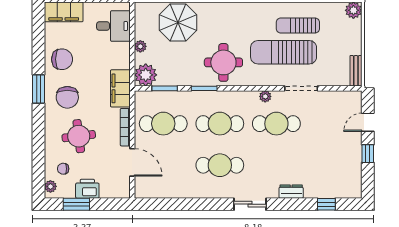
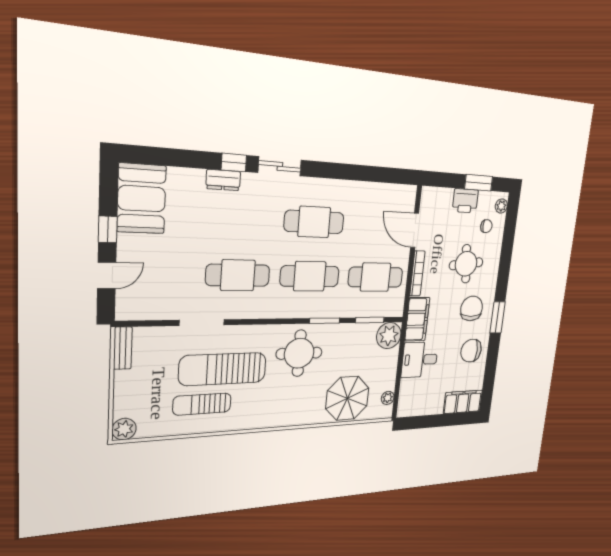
sun lounger: (298, 25) -> (202, 404), turned 180
desk: (113, 26) -> (420, 360), moved
plant: (140, 46) -> (388, 398), moved
sun lounger: (284, 52) -> (223, 369), turned 180
plant: (265, 96) -> (250, 311), removed
booth: (346, 175) -> (142, 199), added
window: (326, 204) -> (234, 163), moved

